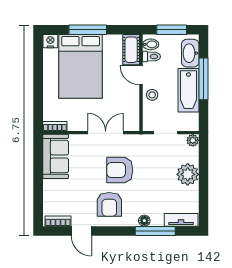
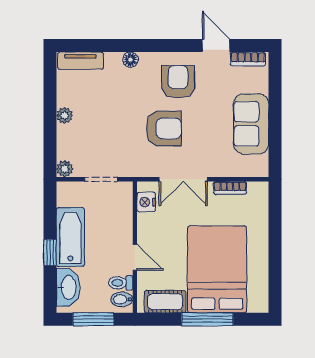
nightstand: (50, 41) -> (146, 202), moved, turned 90
cot: (131, 50) -> (165, 302), moved, turned 90
window: (203, 79) -> (50, 253), width x0.46
stool: (152, 95) -> (120, 231), removed
bookcase: (55, 126) -> (230, 188), moved
sofa: (56, 156) -> (251, 124), moved
plant: (188, 174) -> (64, 115), width x0.53, depth x0.53
window: (155, 231) -> (116, 46), removed

